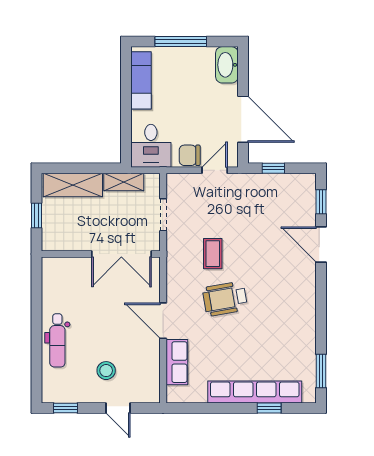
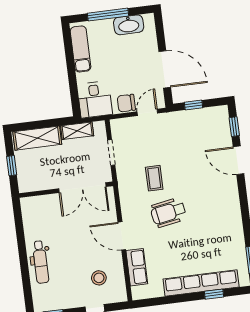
washbasin: (227, 65) -> (129, 25), moved, turned -90
stool: (106, 371) -> (99, 278), moved

